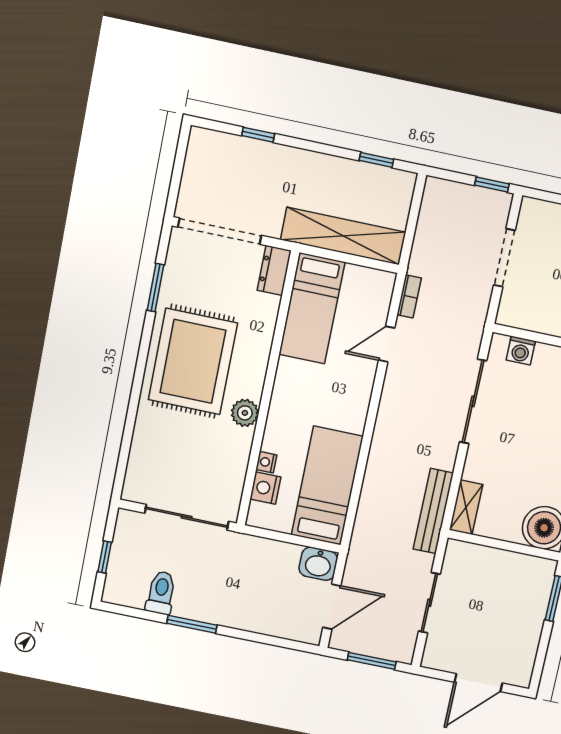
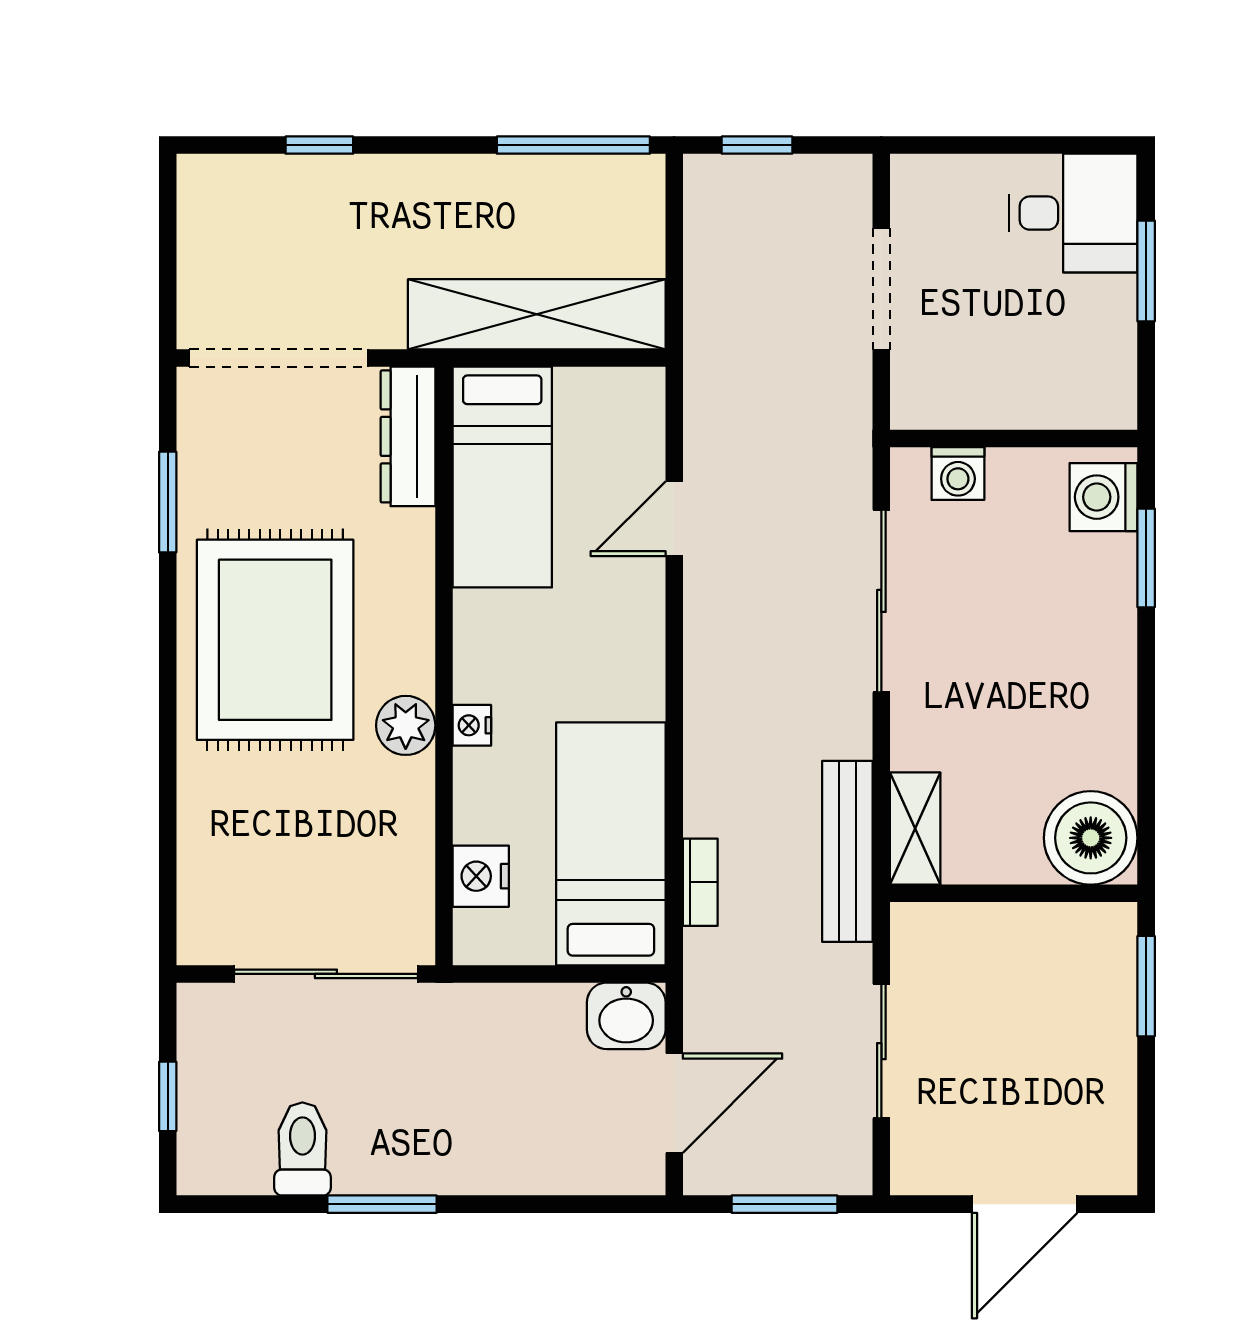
window: (376, 160) -> (573, 145), width x2.17
window: (492, 184) -> (757, 145), moved
dresser: (274, 271) -> (408, 436), width x1.44
bookcase: (409, 296) -> (700, 882), moved
nightstand: (266, 462) -> (472, 725), moved

